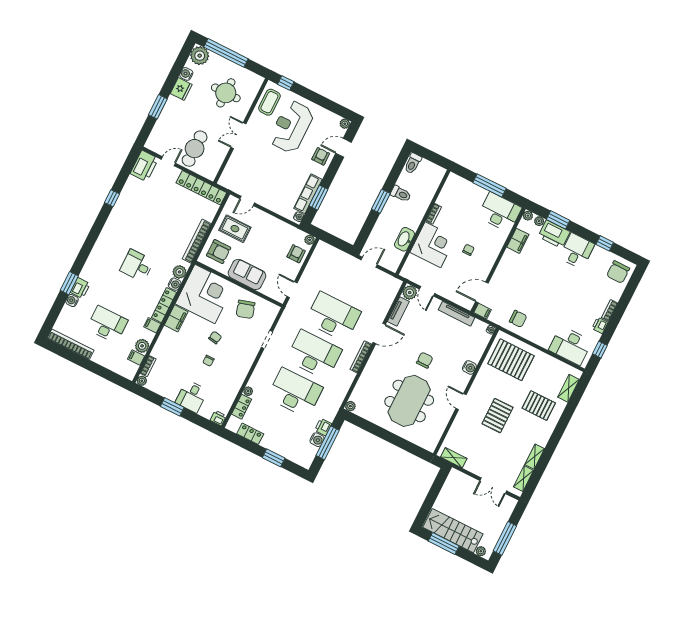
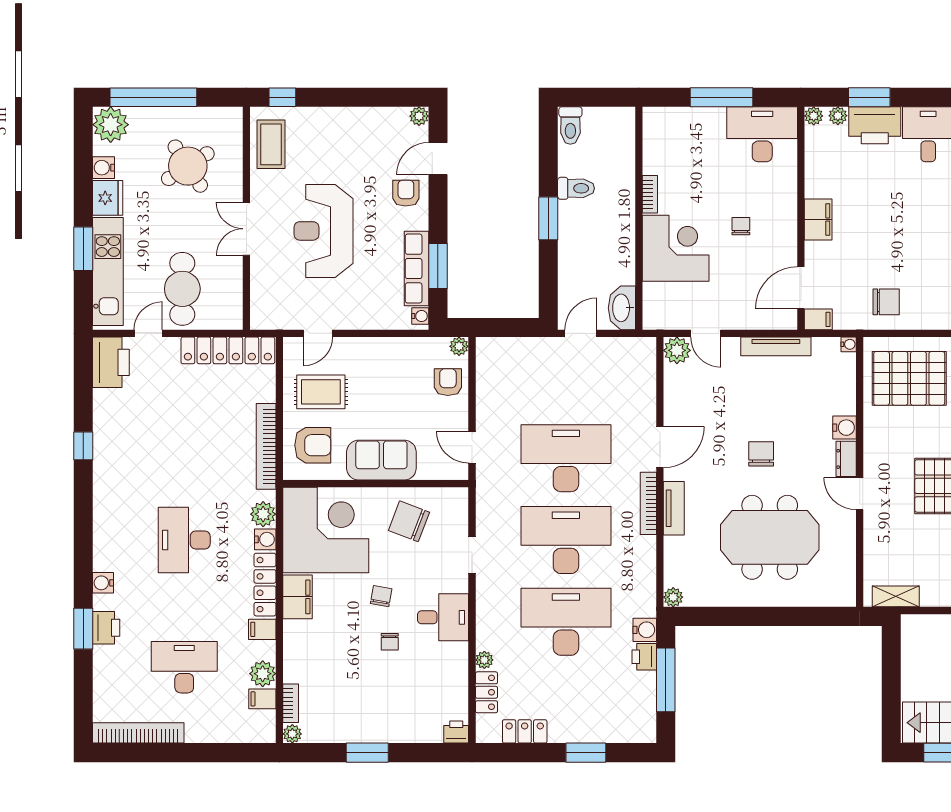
round table: (226, 93) -> (188, 166), turned -33
kitchen unit: (164, 123) -> (108, 272), added
reception desk: (291, 127) -> (323, 231), moved
washbasin: (404, 239) -> (622, 308), moved
filing cabinet: (518, 241) -> (818, 219), moved
desk: (137, 266) -> (184, 540), width x1.37
water cooler: (72, 301) -> (103, 583), moved
chair: (245, 309) -> (409, 521), turned 128
tv unit: (398, 311) -> (674, 508), moved
dresser: (463, 382) -> (846, 459), added
desk: (192, 396) -> (443, 617), moved, turned -90
meeting table: (409, 401) -> (770, 537), turned 90
water cooler: (317, 440) -> (645, 630), moved

